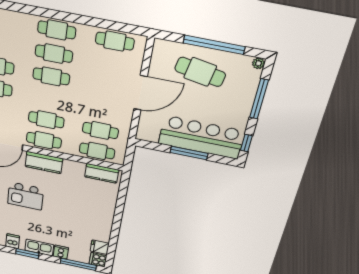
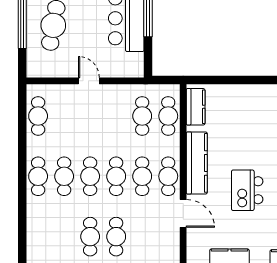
door: (141, 93) -> (89, 81), width x0.53
cafe table: (49, 98) -> (116, 176), added
kitchen counter: (44, 163) -> (197, 163), width x1.50
kitchen island: (26, 196) -> (247, 190), turned 180

